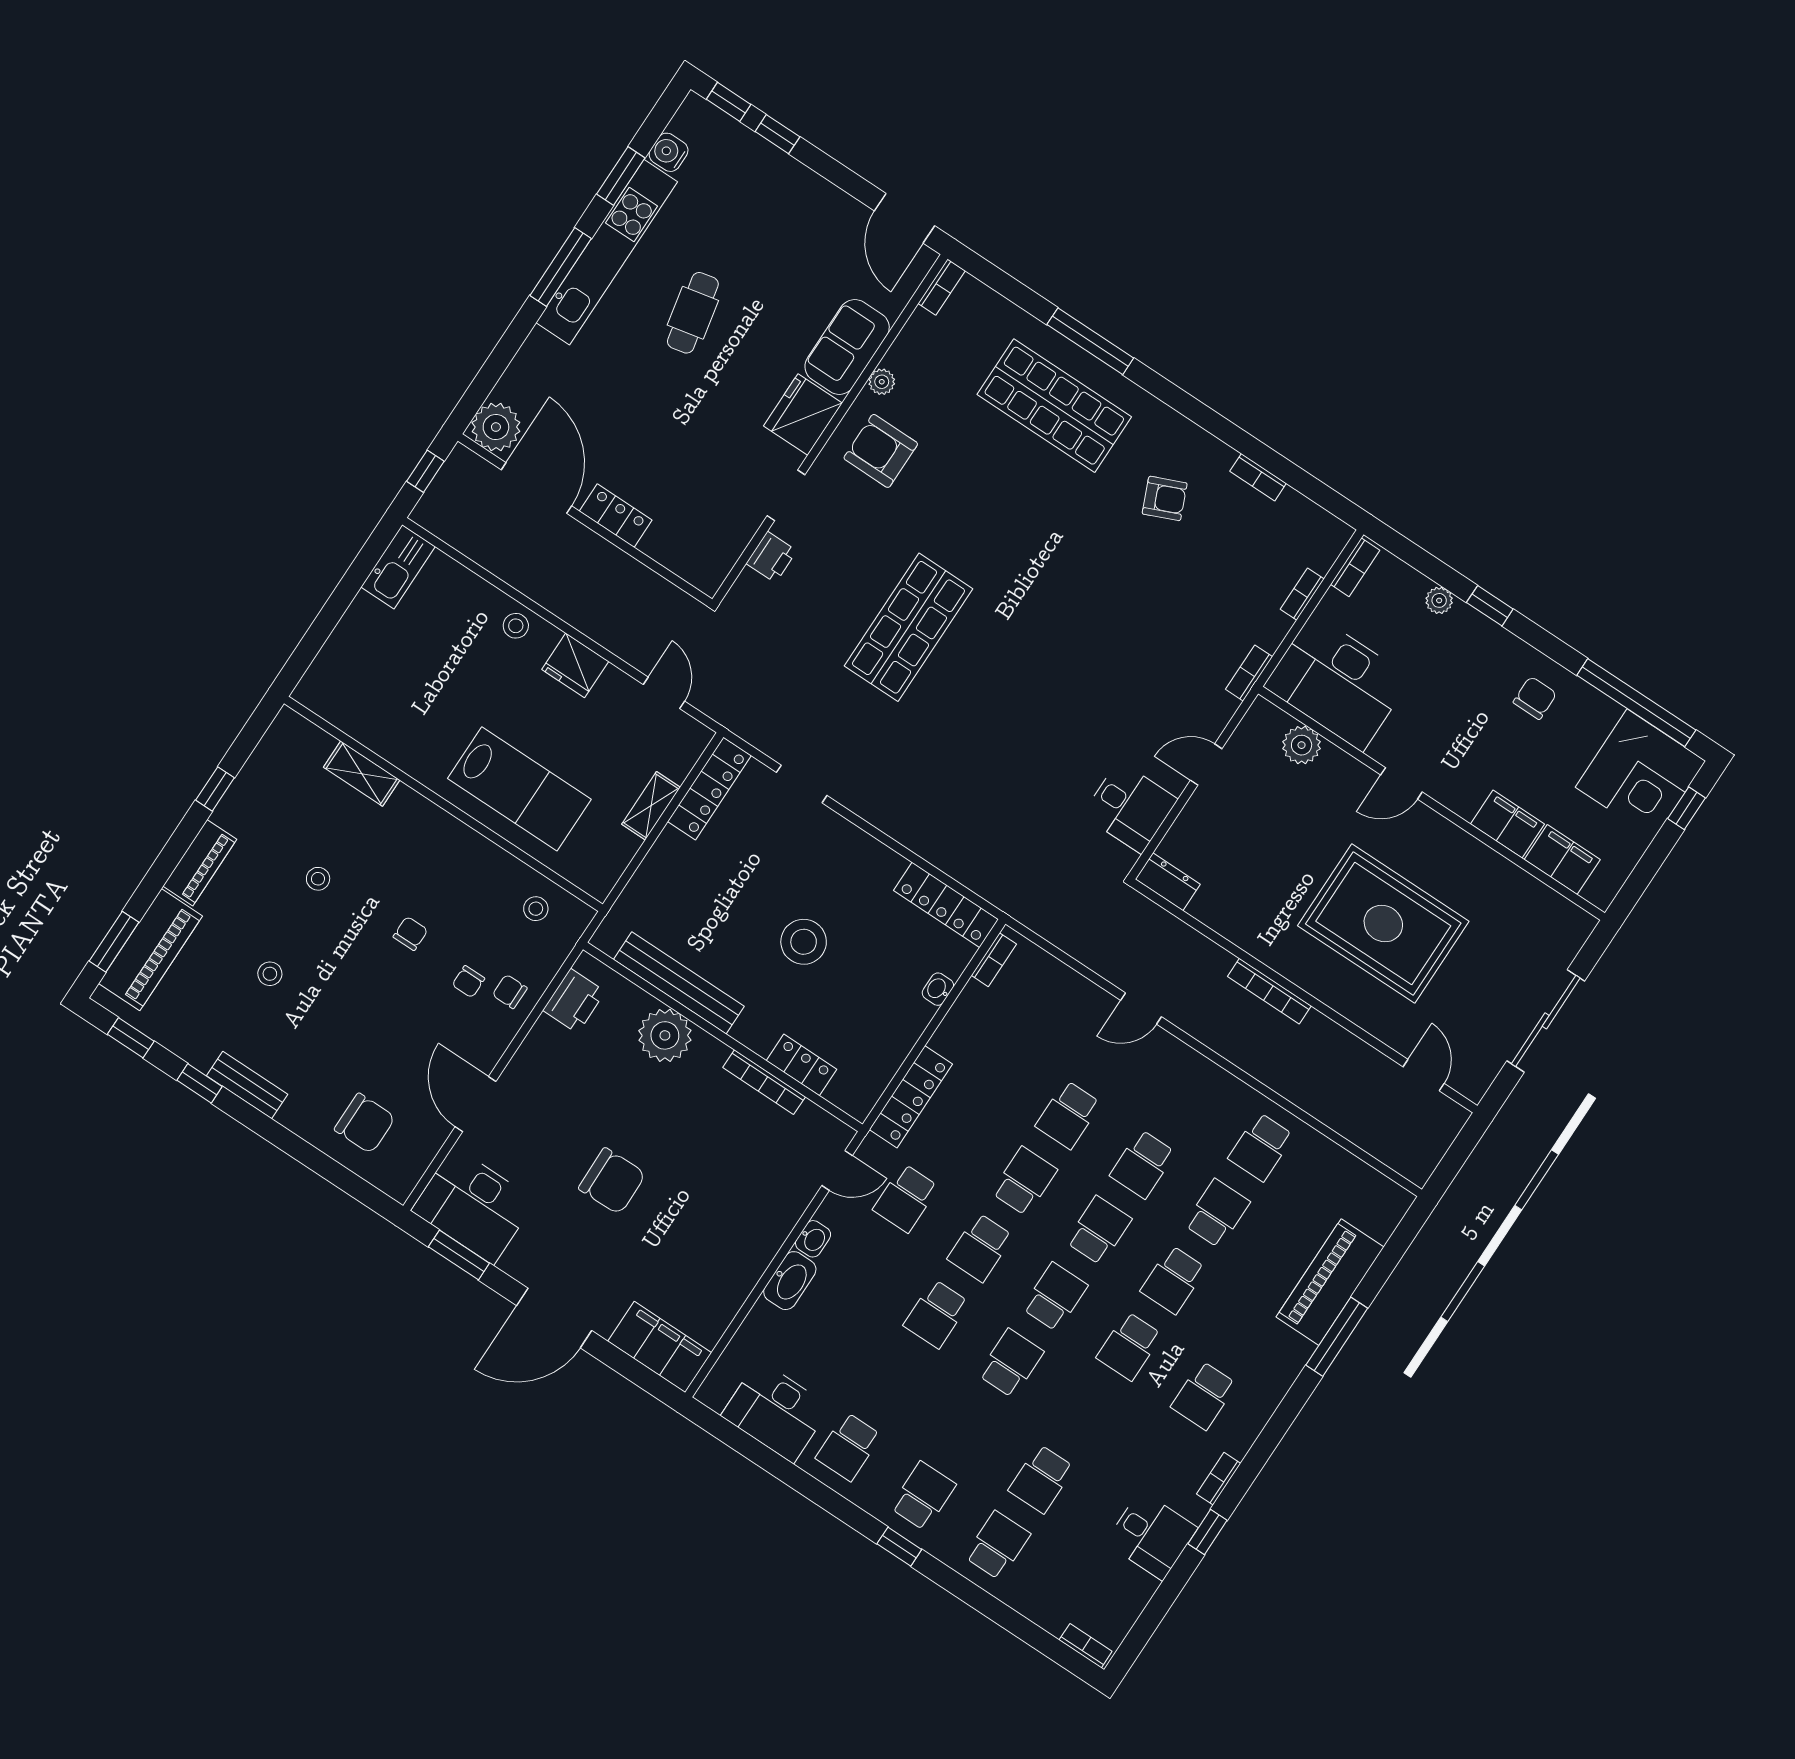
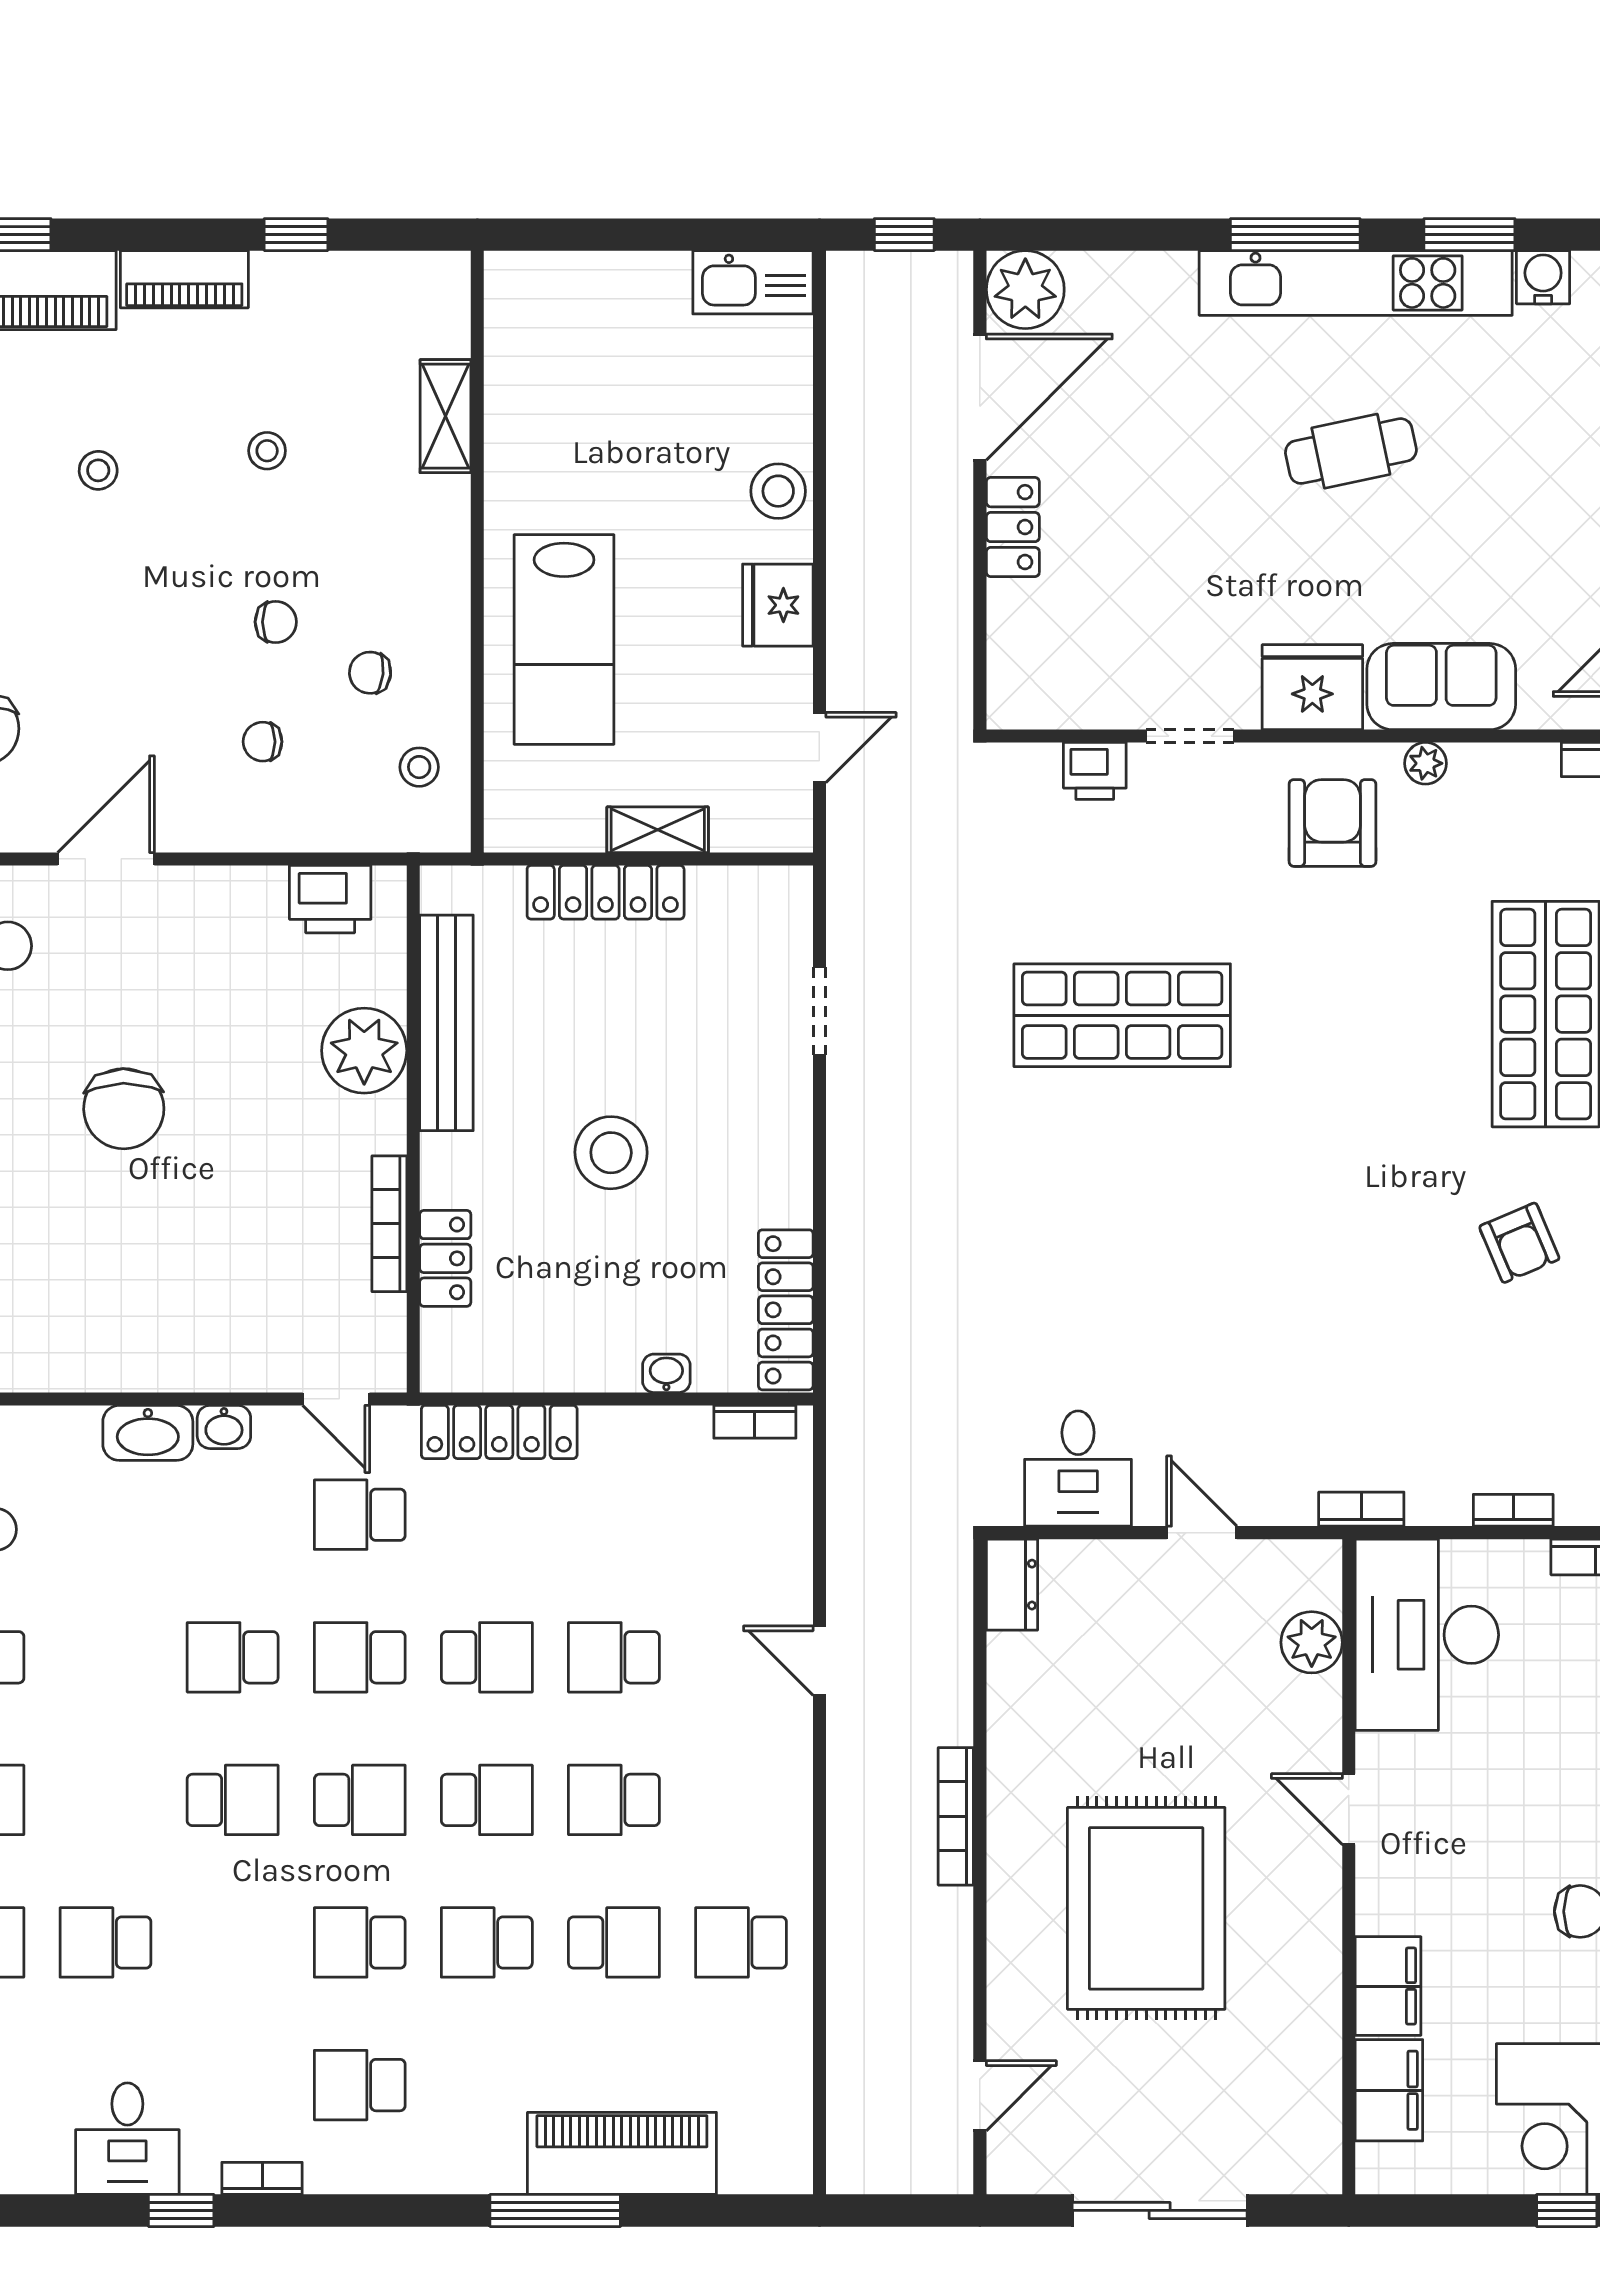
stool: (516, 626) -> (778, 491), width x1.37, depth x1.37
locker: (709, 789) -> (606, 892), moved
chair: (510, 991) -> (370, 673), moved, turned -84

